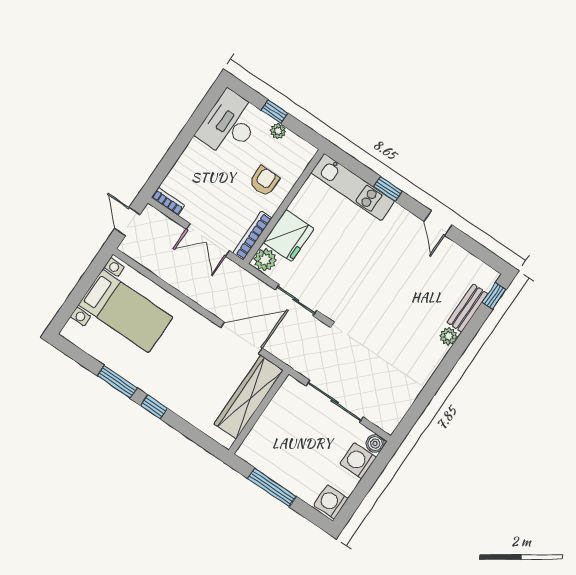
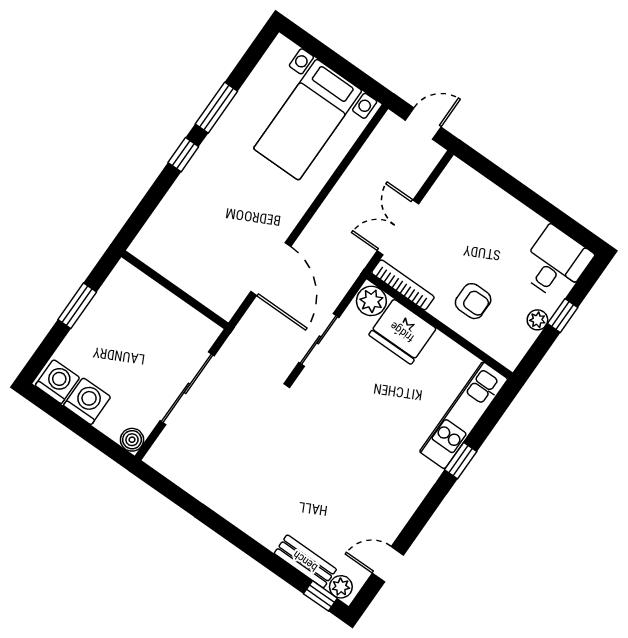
desk: (229, 124) -> (556, 263), width x0.73
bookcase: (168, 201) -> (449, 177), removed
door: (438, 223) -> (388, 564), moved
plant: (449, 336) -> (341, 587), moved
wardrobe: (249, 397) -> (194, 277), removed
washing machine: (358, 461) -> (87, 401), moved
window: (272, 487) -> (77, 306), width x0.69

